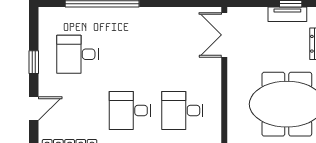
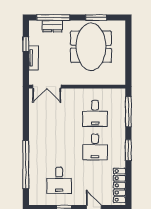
tv unit: (287, 14) -> (34, 58), moved

